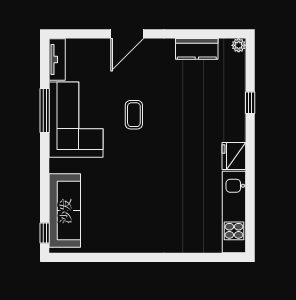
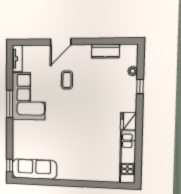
plant: (239, 45) -> (133, 71), moved
window: (45, 110) -> (10, 104), moved
coffee table: (134, 115) -> (67, 80), moved
sofa: (65, 211) -> (34, 169), moved, turned -90

